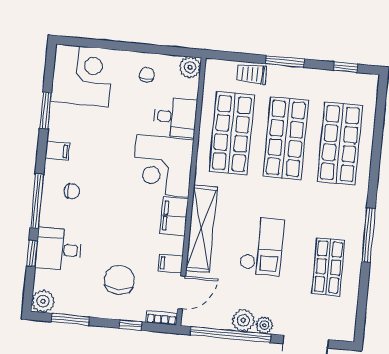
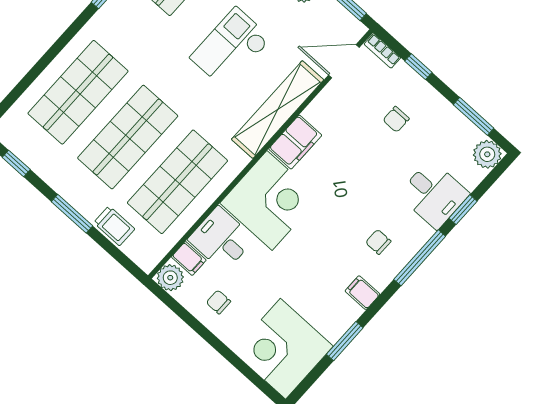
chair: (147, 75) -> (218, 302), turned 90
filing cabinet: (171, 264) -> (189, 258), moved
chair: (119, 280) -> (396, 119), width x0.54, depth x0.54

